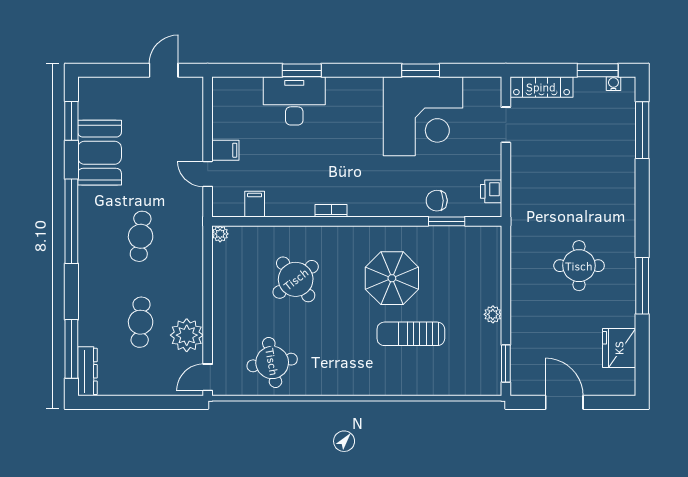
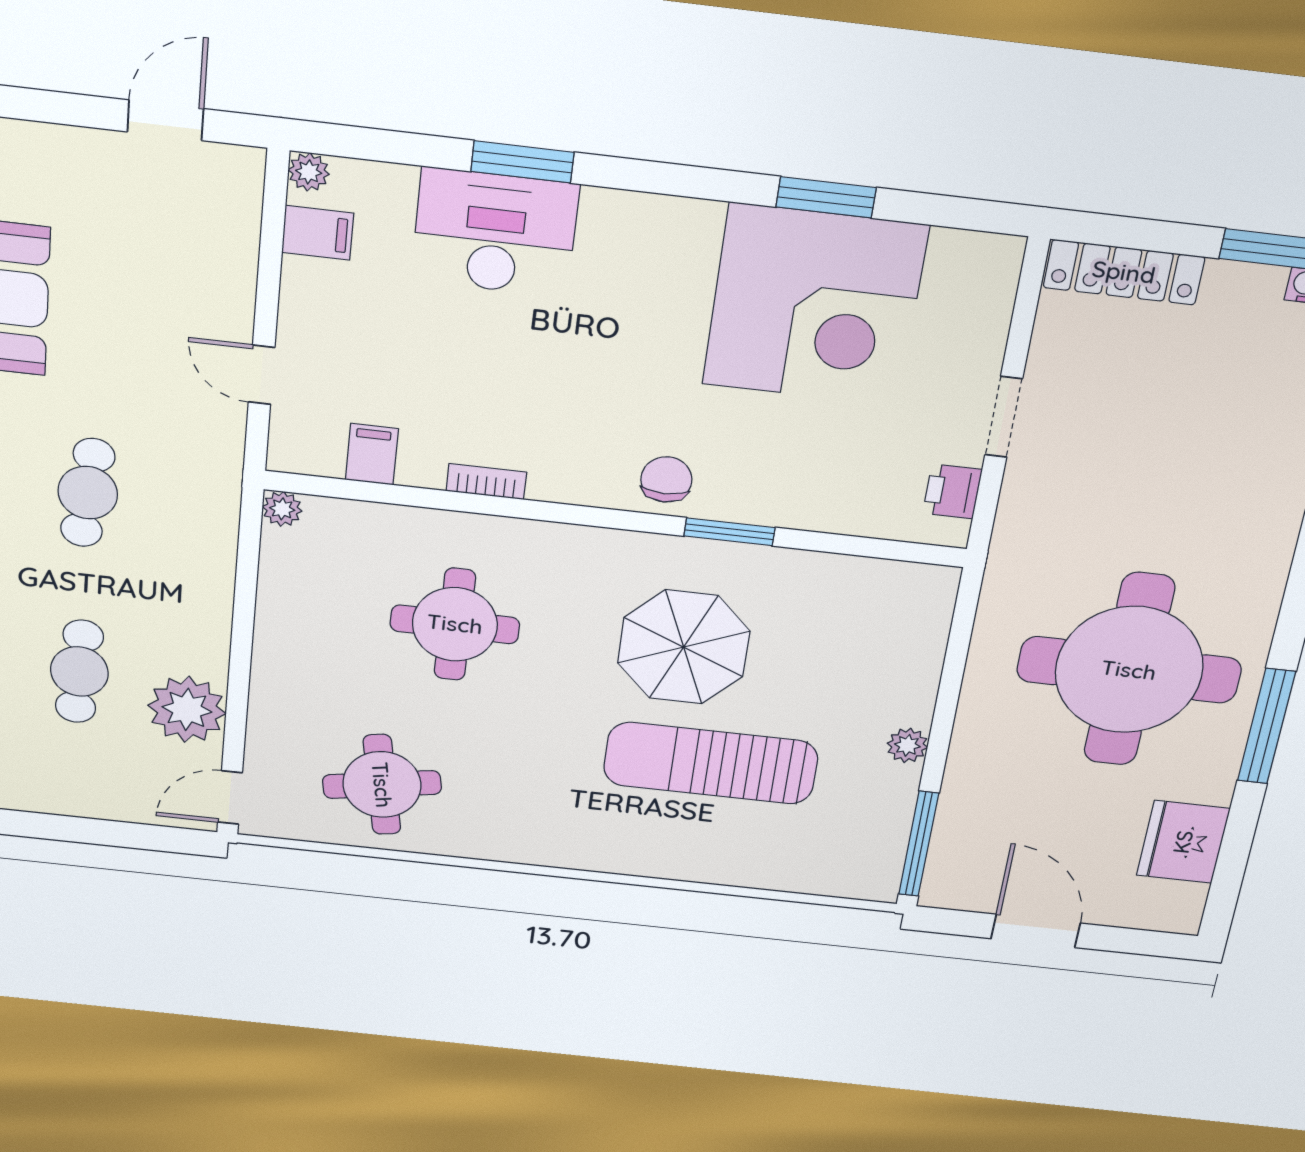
plant: (220, 85) -> (309, 172), added
doorway: (506, 125) -> (1004, 417), moved
filing cabinet: (225, 150) -> (318, 233), moved
chair: (437, 201) -> (666, 479), moved, turned 91
bookcase: (331, 211) -> (486, 482), moved
window: (447, 221) -> (729, 532), moved
round table: (579, 266) -> (1129, 670), width x1.86, depth x1.86
round table: (296, 279) -> (455, 624), turned 38
sun lounger: (411, 334) -> (711, 763), width x1.36, depth x1.34
window: (506, 364) -> (919, 844), width x1.44

